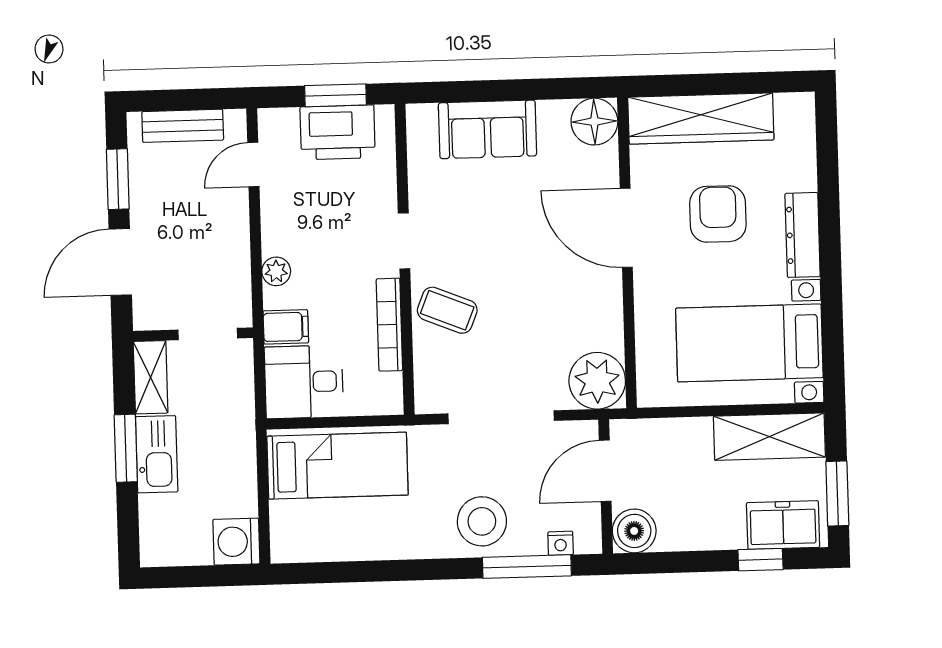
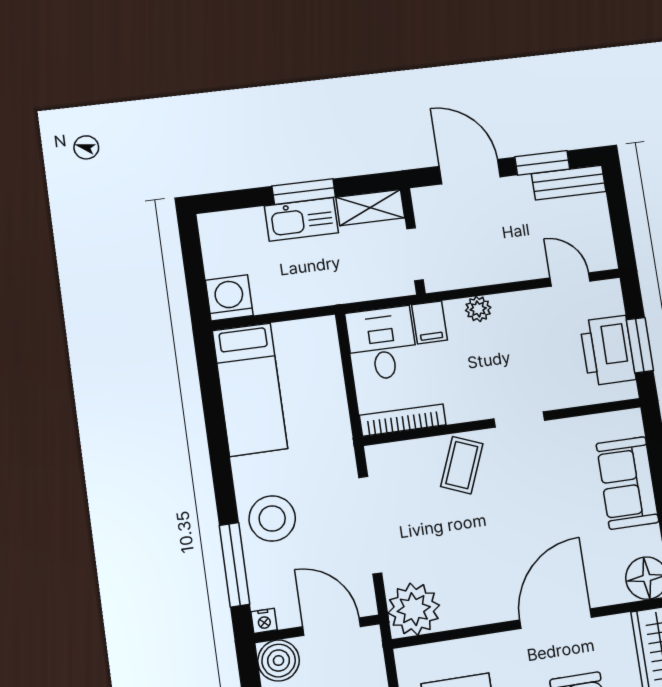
bench: (183, 126) -> (569, 183), moved, turned 90
bookcase: (389, 325) -> (403, 420), moved
bed: (337, 466) -> (250, 390), moved
nightstand: (561, 543) -> (264, 621), moved, turned -90

